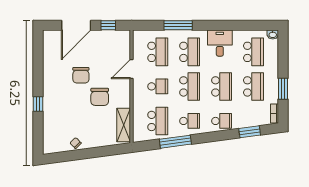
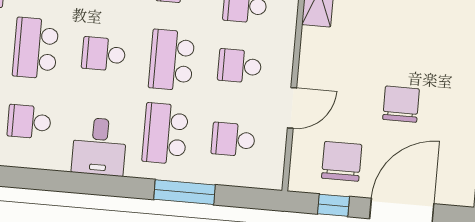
school desk: (158, 52) -> (233, 140), width x0.54
school desk: (253, 52) -> (29, 122), width x0.54
school desk: (222, 86) -> (104, 54), width x0.54
chair: (100, 97) -> (342, 161), moved

